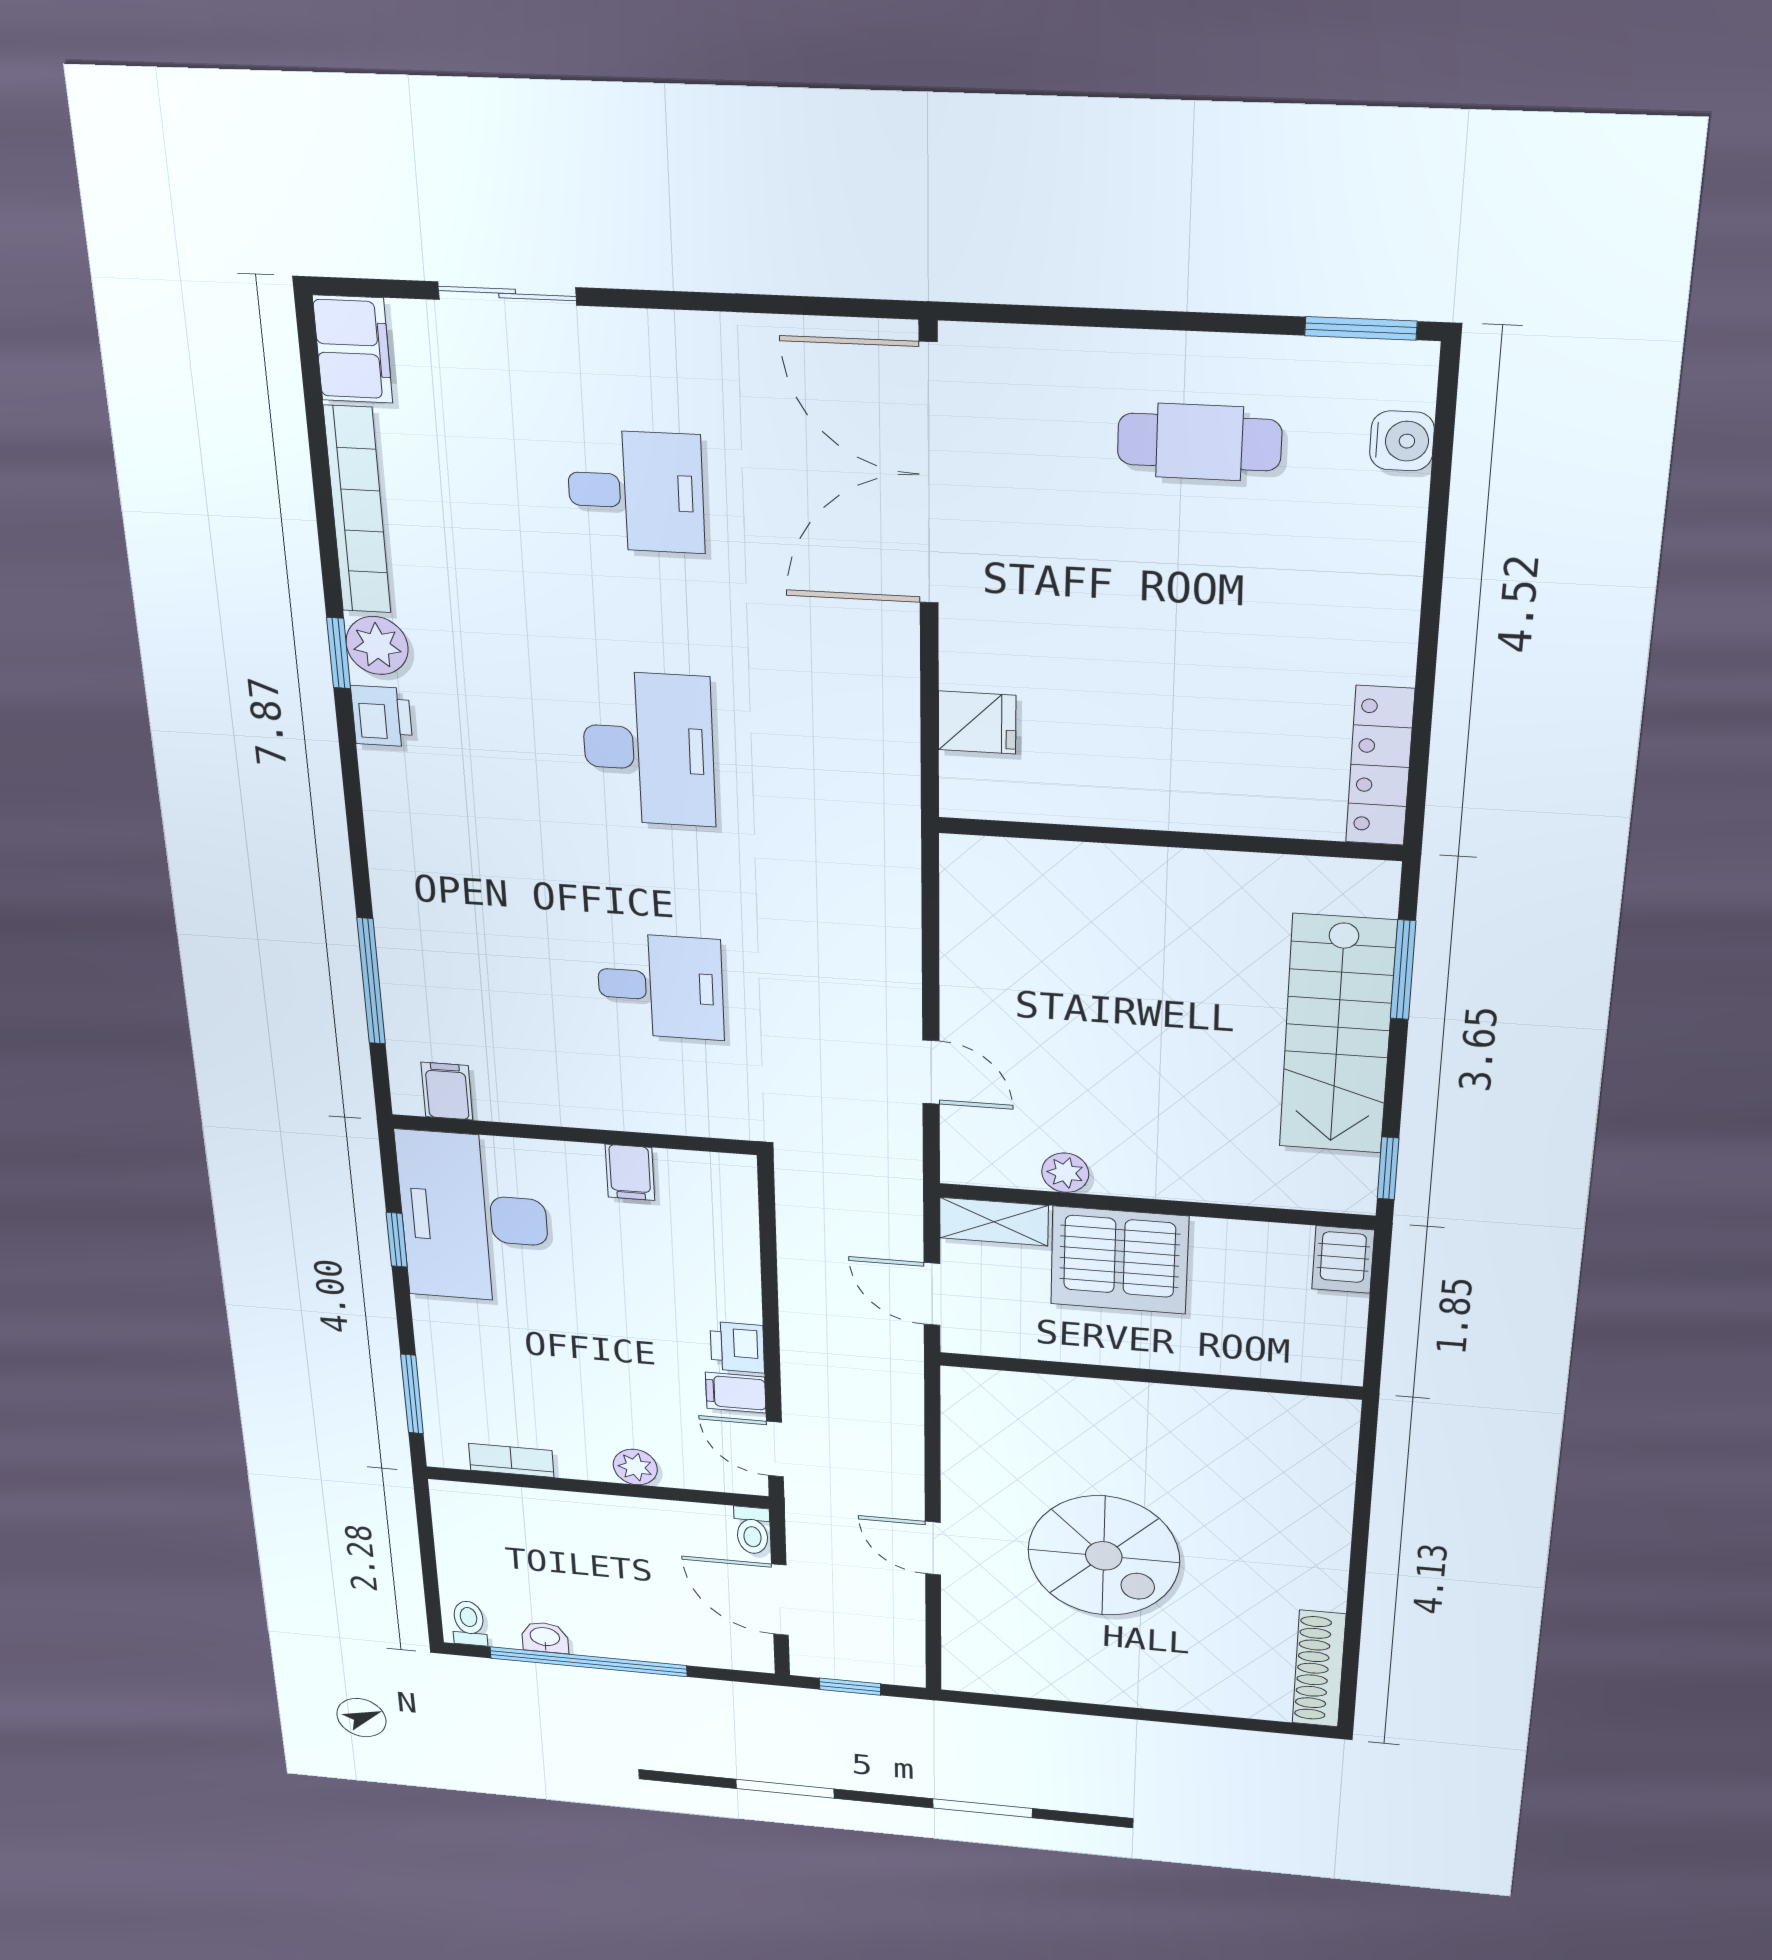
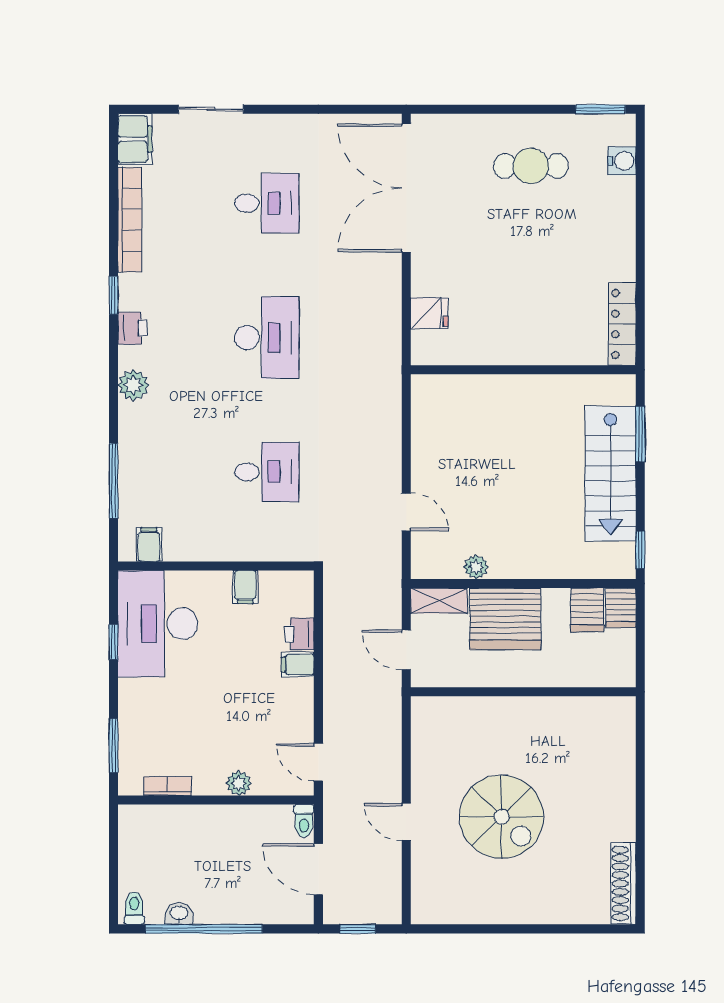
plant: (377, 645) -> (133, 385), moved
server rack: (1277, 1258) -> (587, 610), added
printer: (737, 1347) -> (299, 634), moved
filing cabinet: (736, 1393) -> (298, 665), moved

